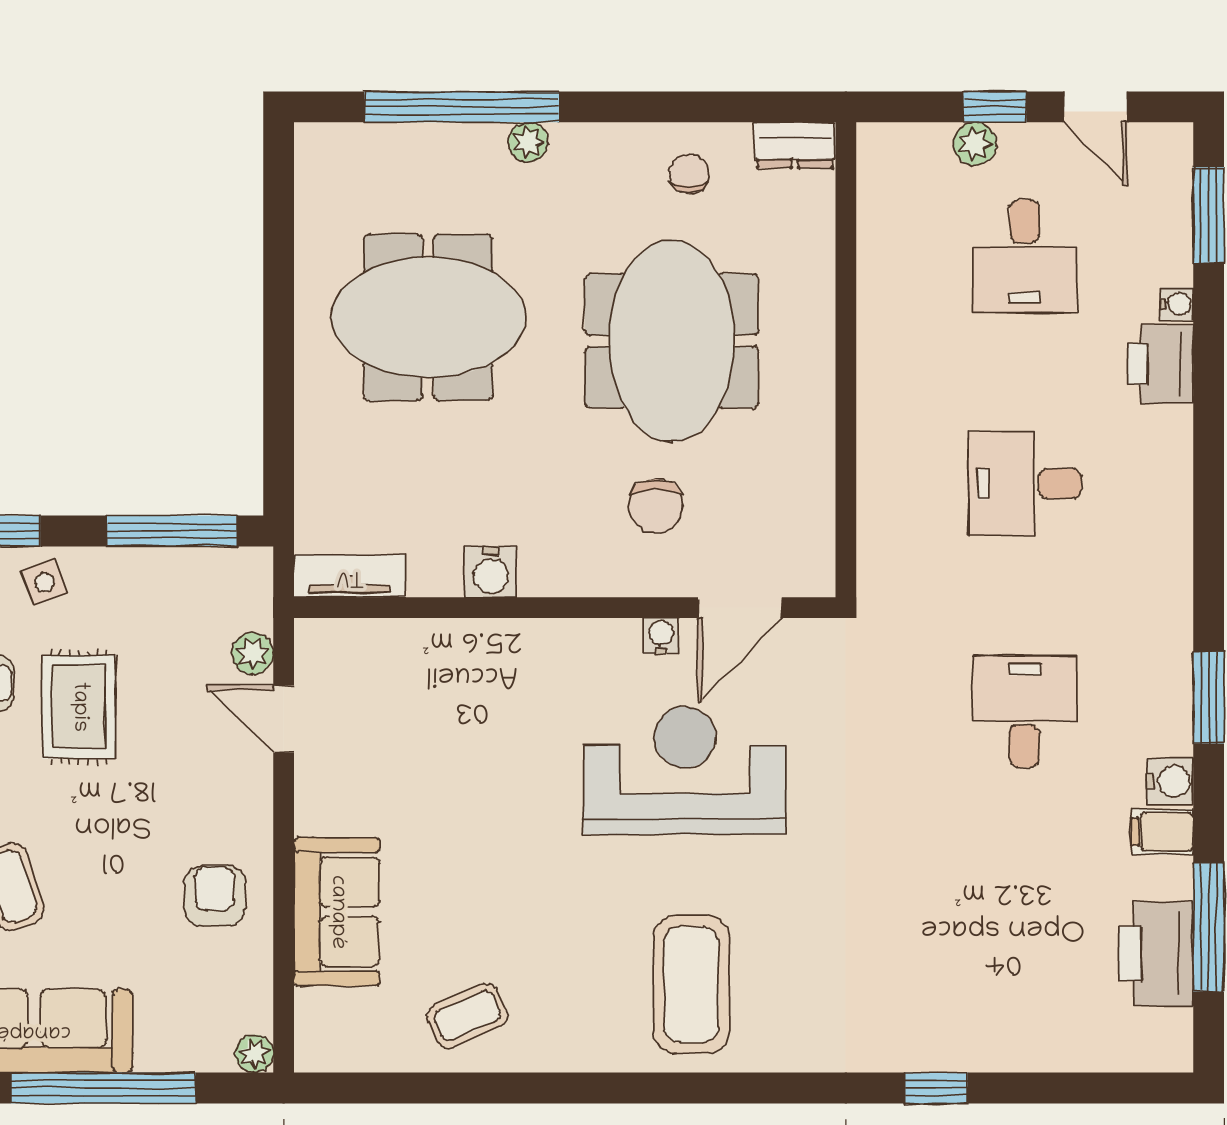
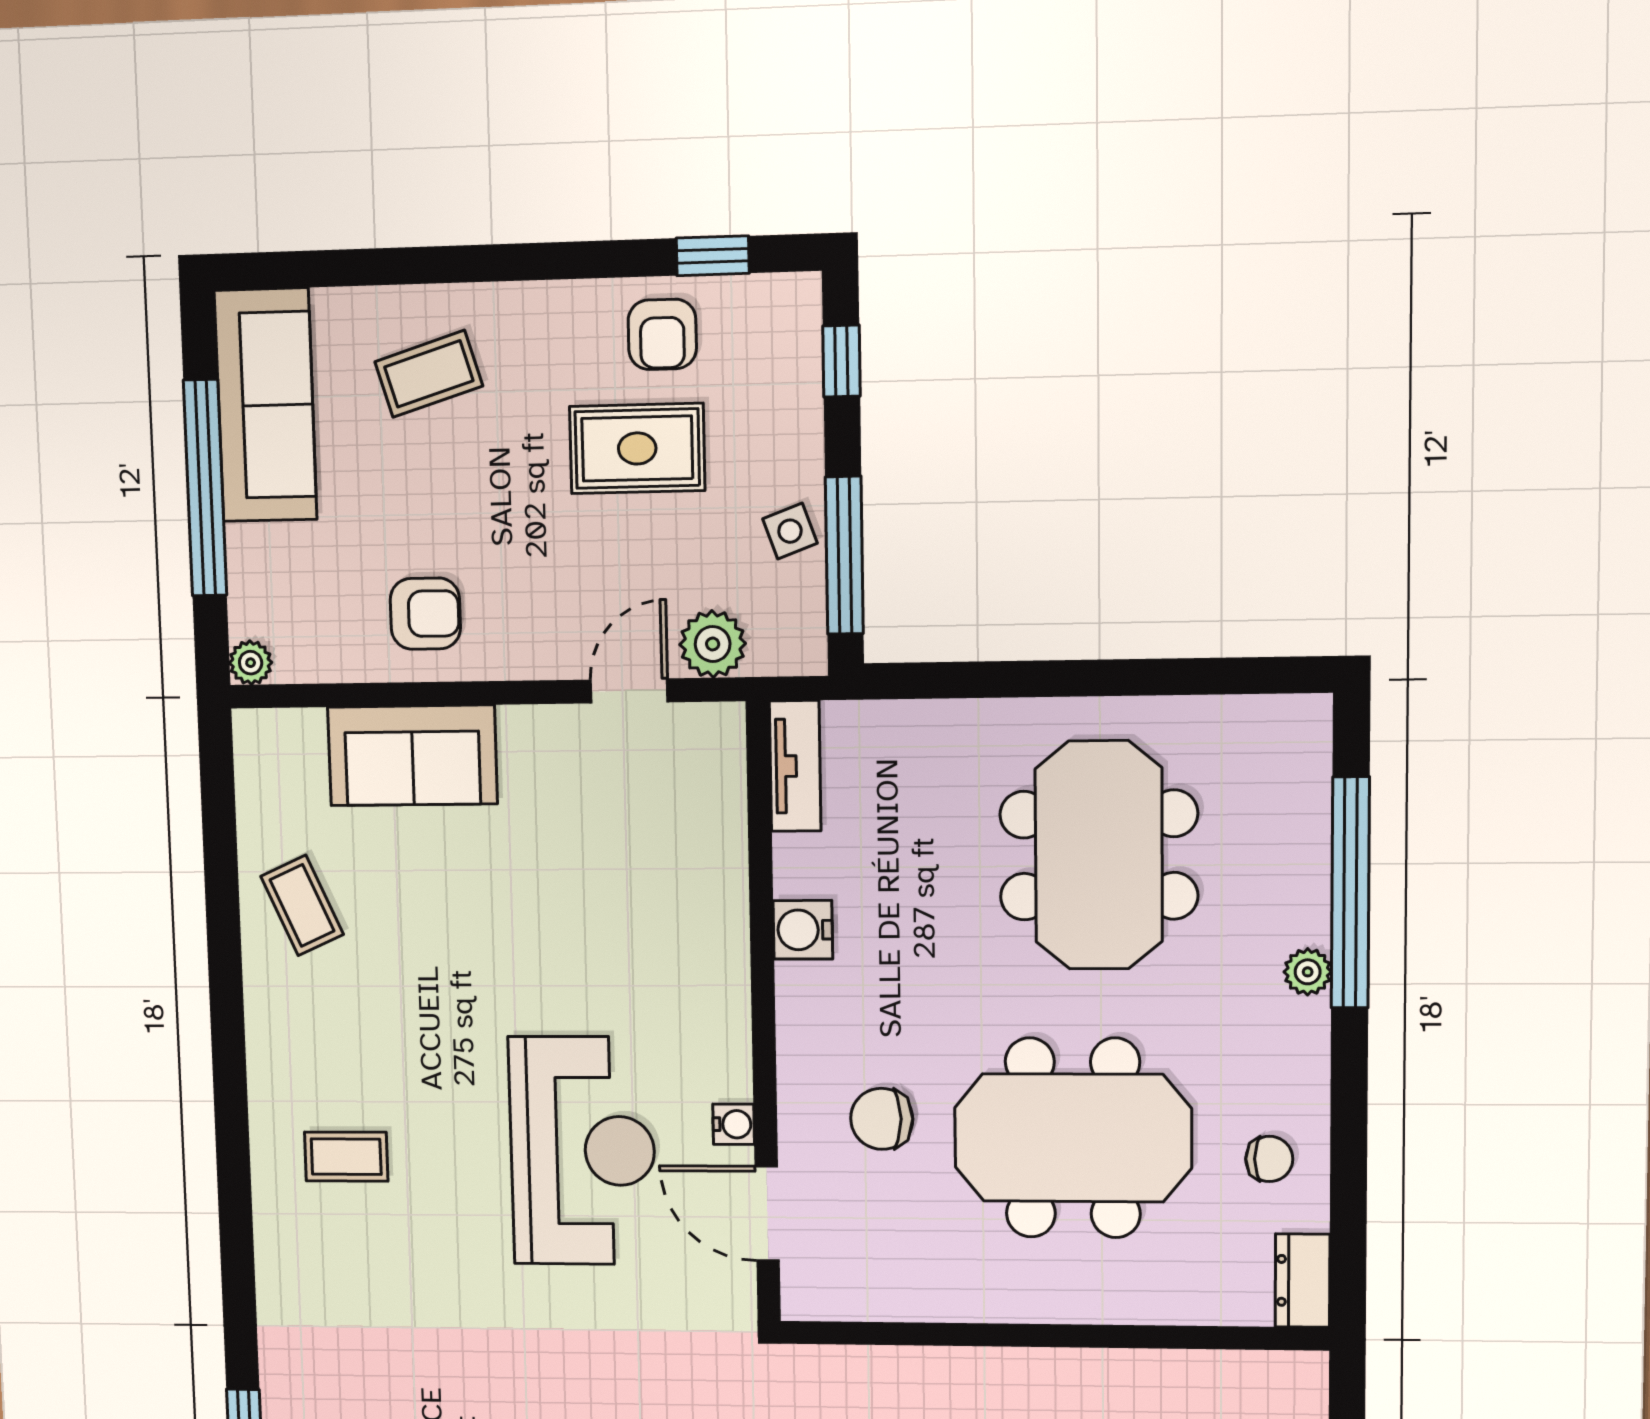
side table: (44, 582) -> (790, 531), moved
plant: (253, 653) -> (713, 644), width x1.38, depth x1.38
coffee table: (691, 984) -> (346, 1157), width x0.54, depth x0.58

